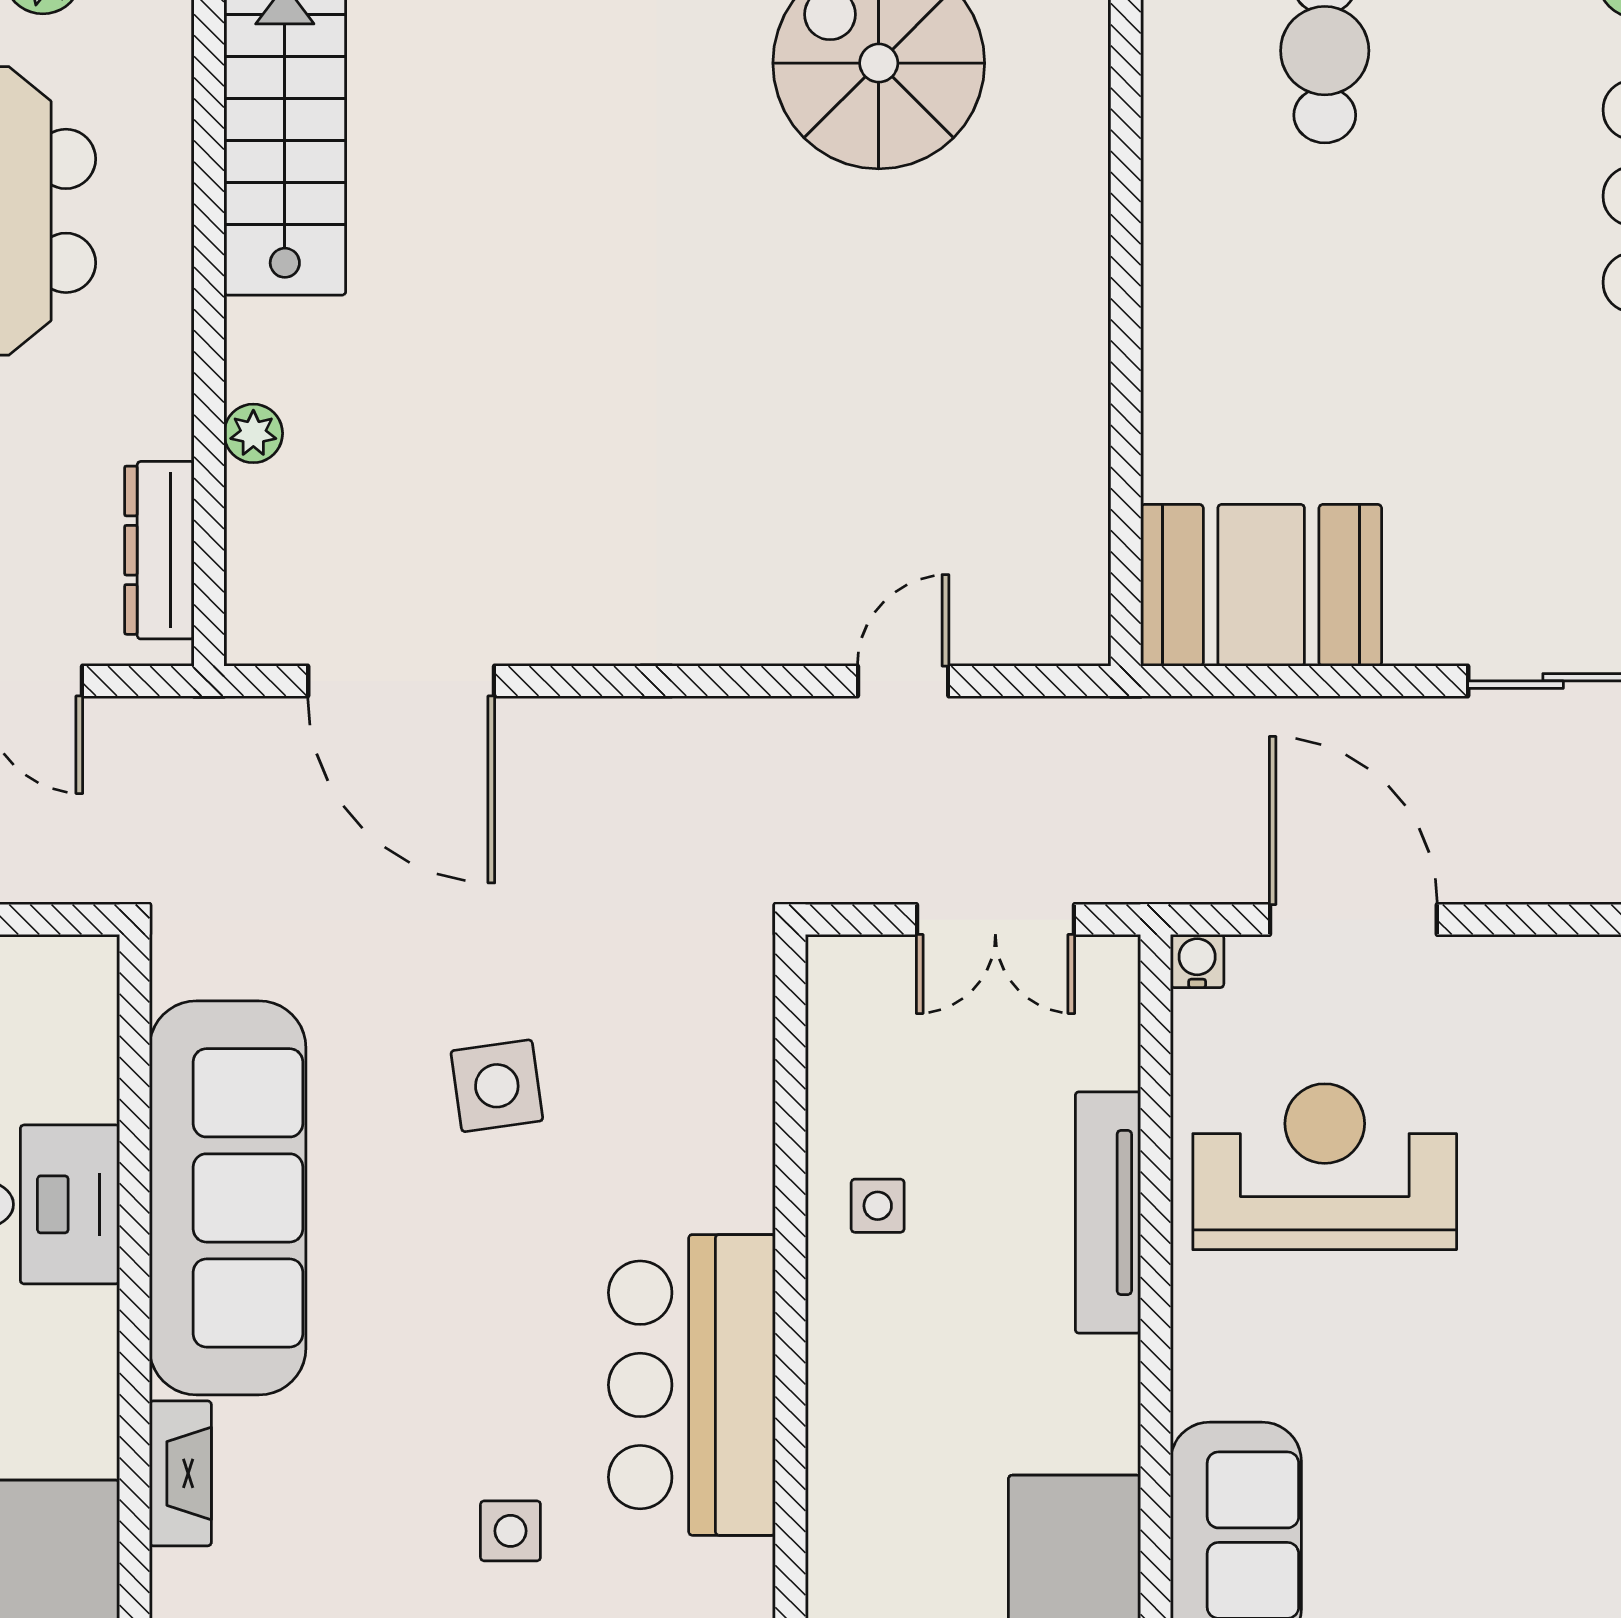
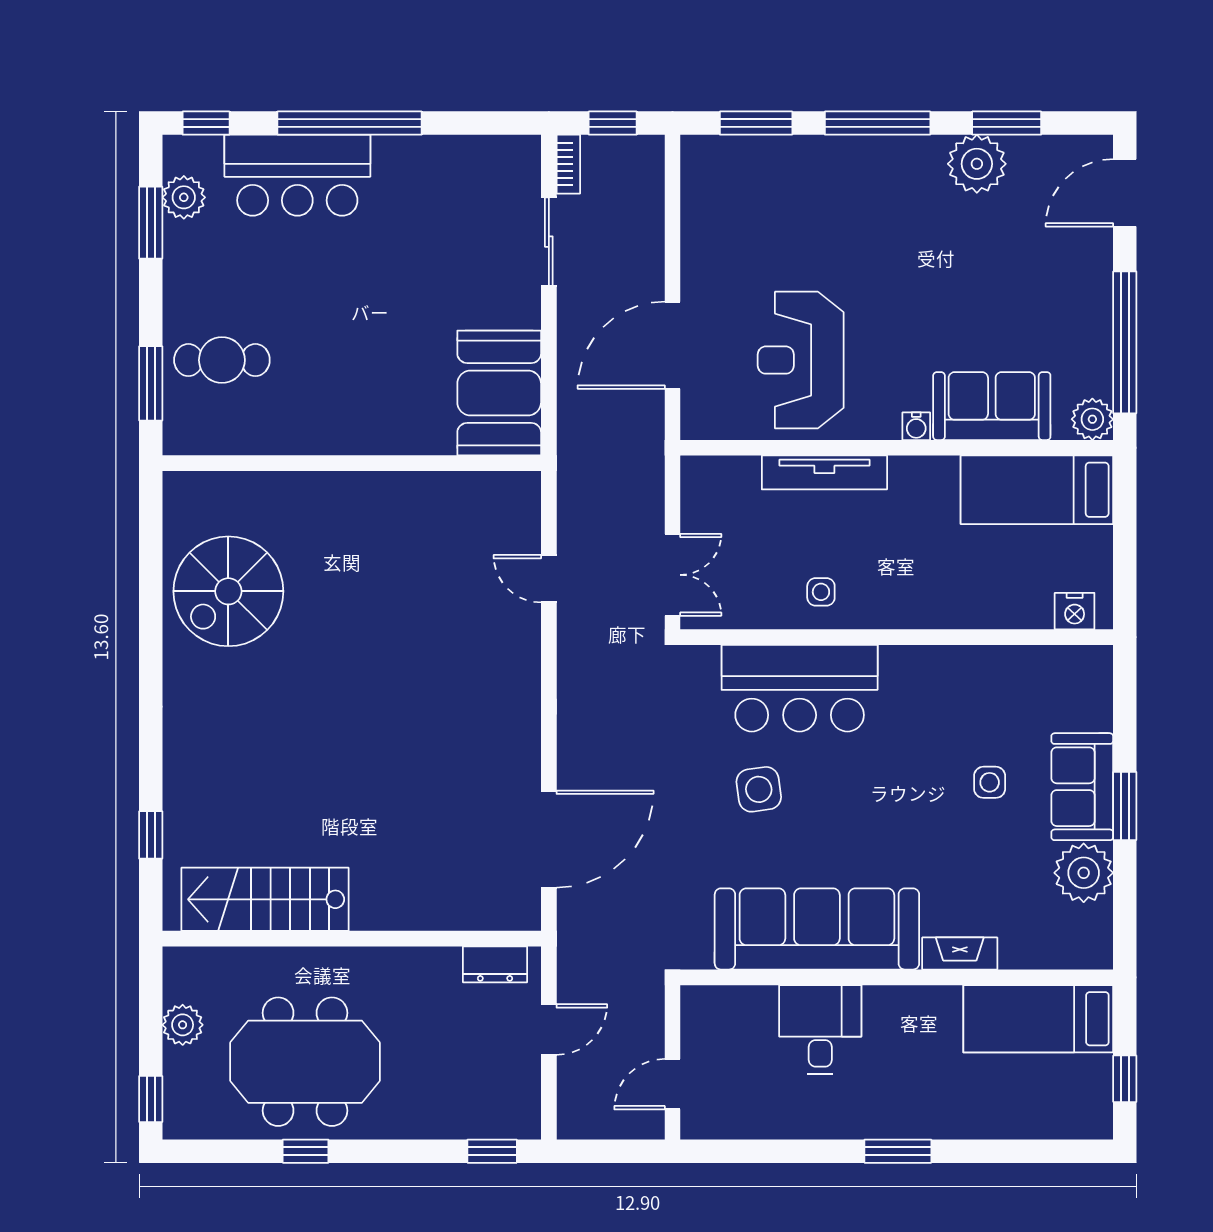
plant: (253, 433) -> (420, 916), removed
dresser: (159, 550) -> (495, 964), width x0.70
double door: (995, 919) -> (673, 575), moved
water cooler: (1197, 961) -> (916, 426), moved, turned -90
bar counter: (692, 1385) -> (800, 688), moved

